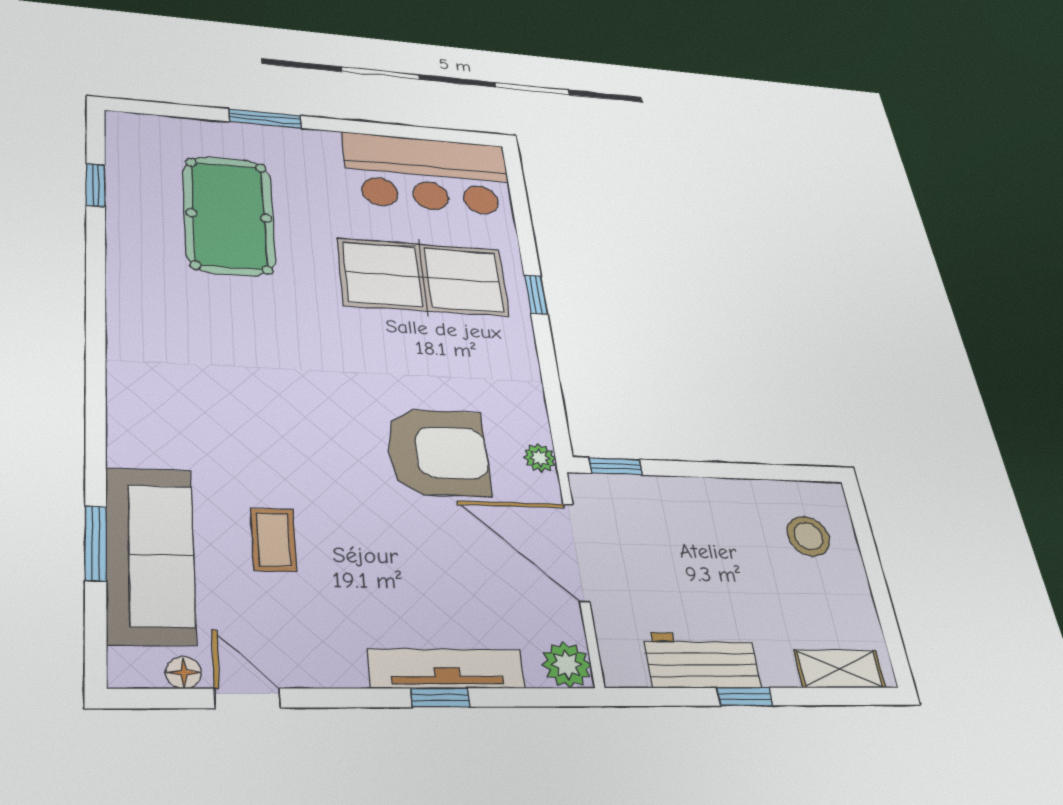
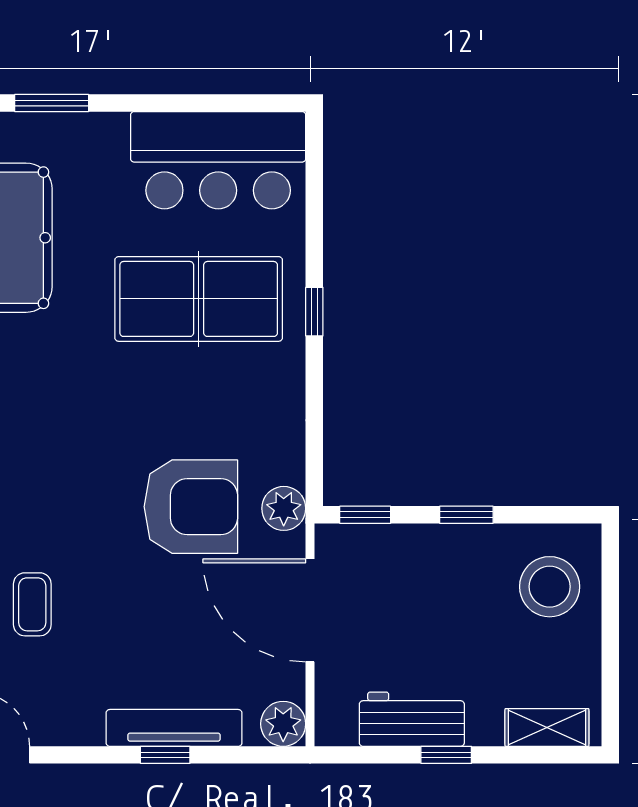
plant: (540, 458) -> (284, 508), width x1.38, depth x1.38
window: (714, 470) -> (466, 515), added
stool: (808, 536) -> (550, 587), width x1.38, depth x1.38

